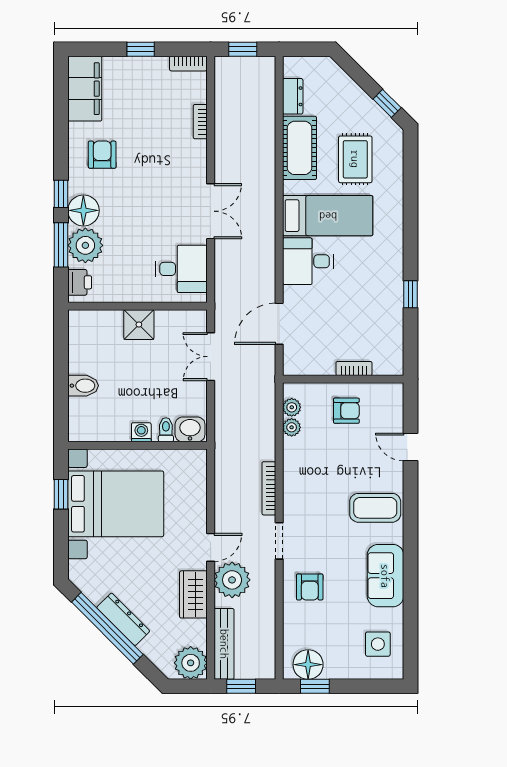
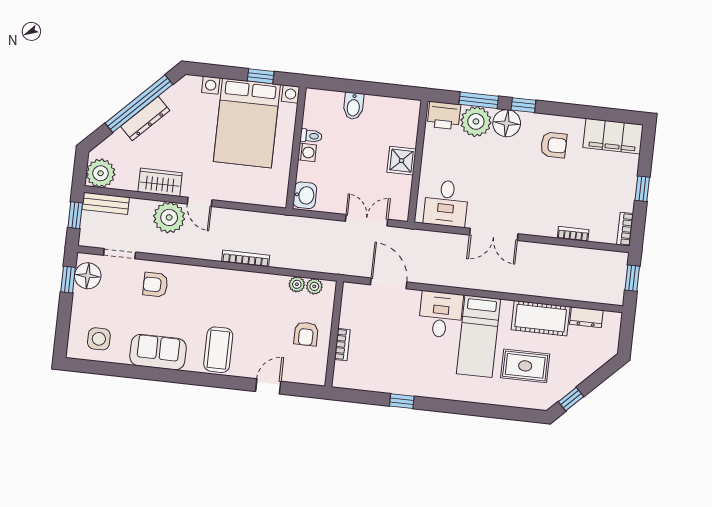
printer: (80, 282) -> (444, 115), width x1.36, depth x1.24
toilet: (166, 430) -> (311, 136), moved
doorway: (279, 541) -> (120, 254), moved
bench: (224, 644) -> (106, 203), width x0.73

